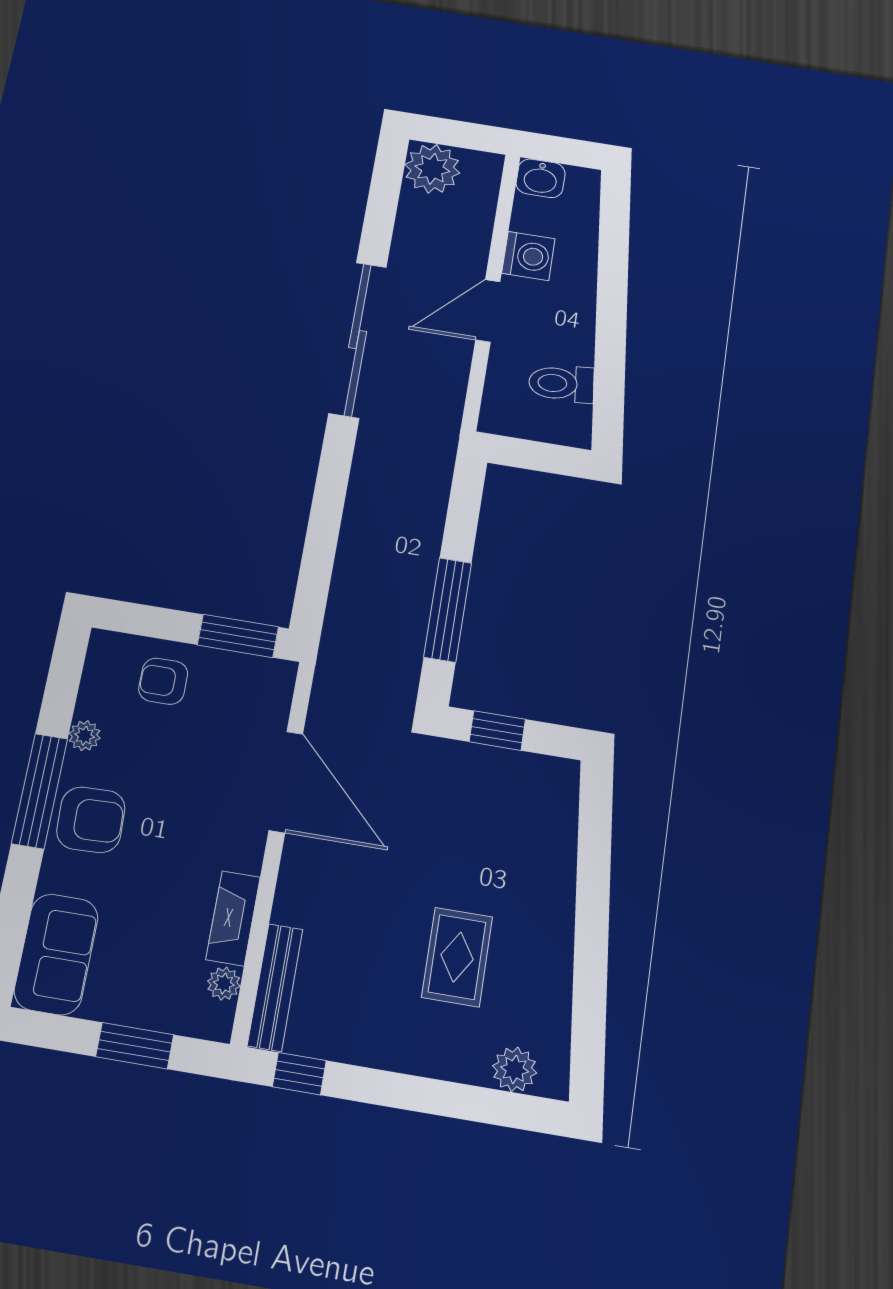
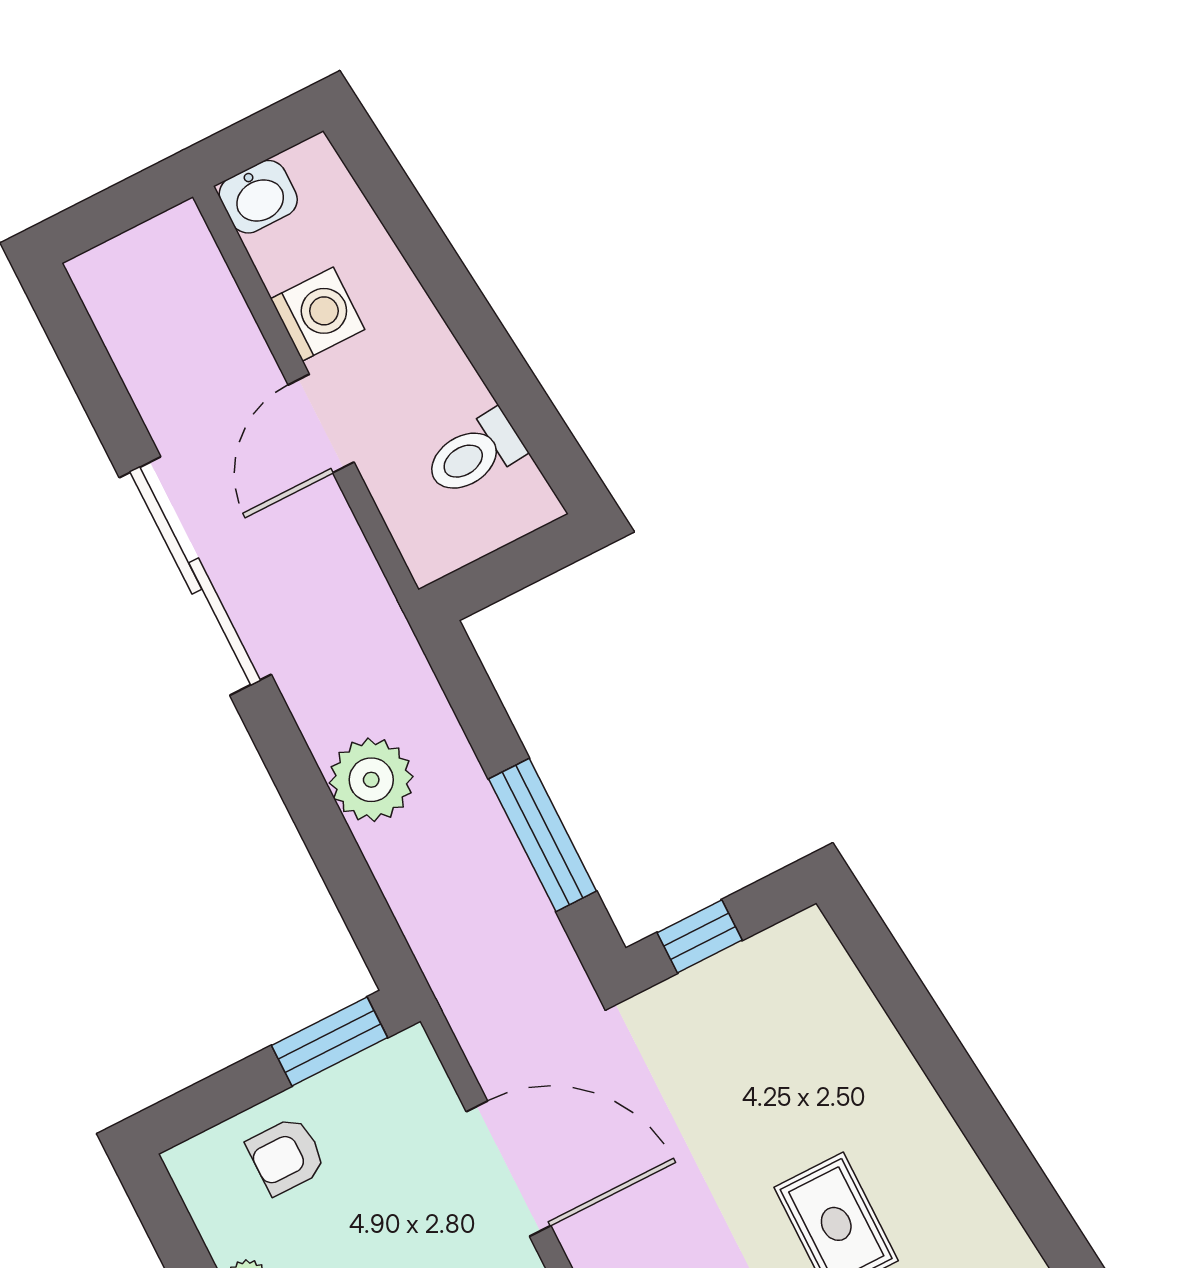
plant: (432, 169) -> (371, 780), moved

